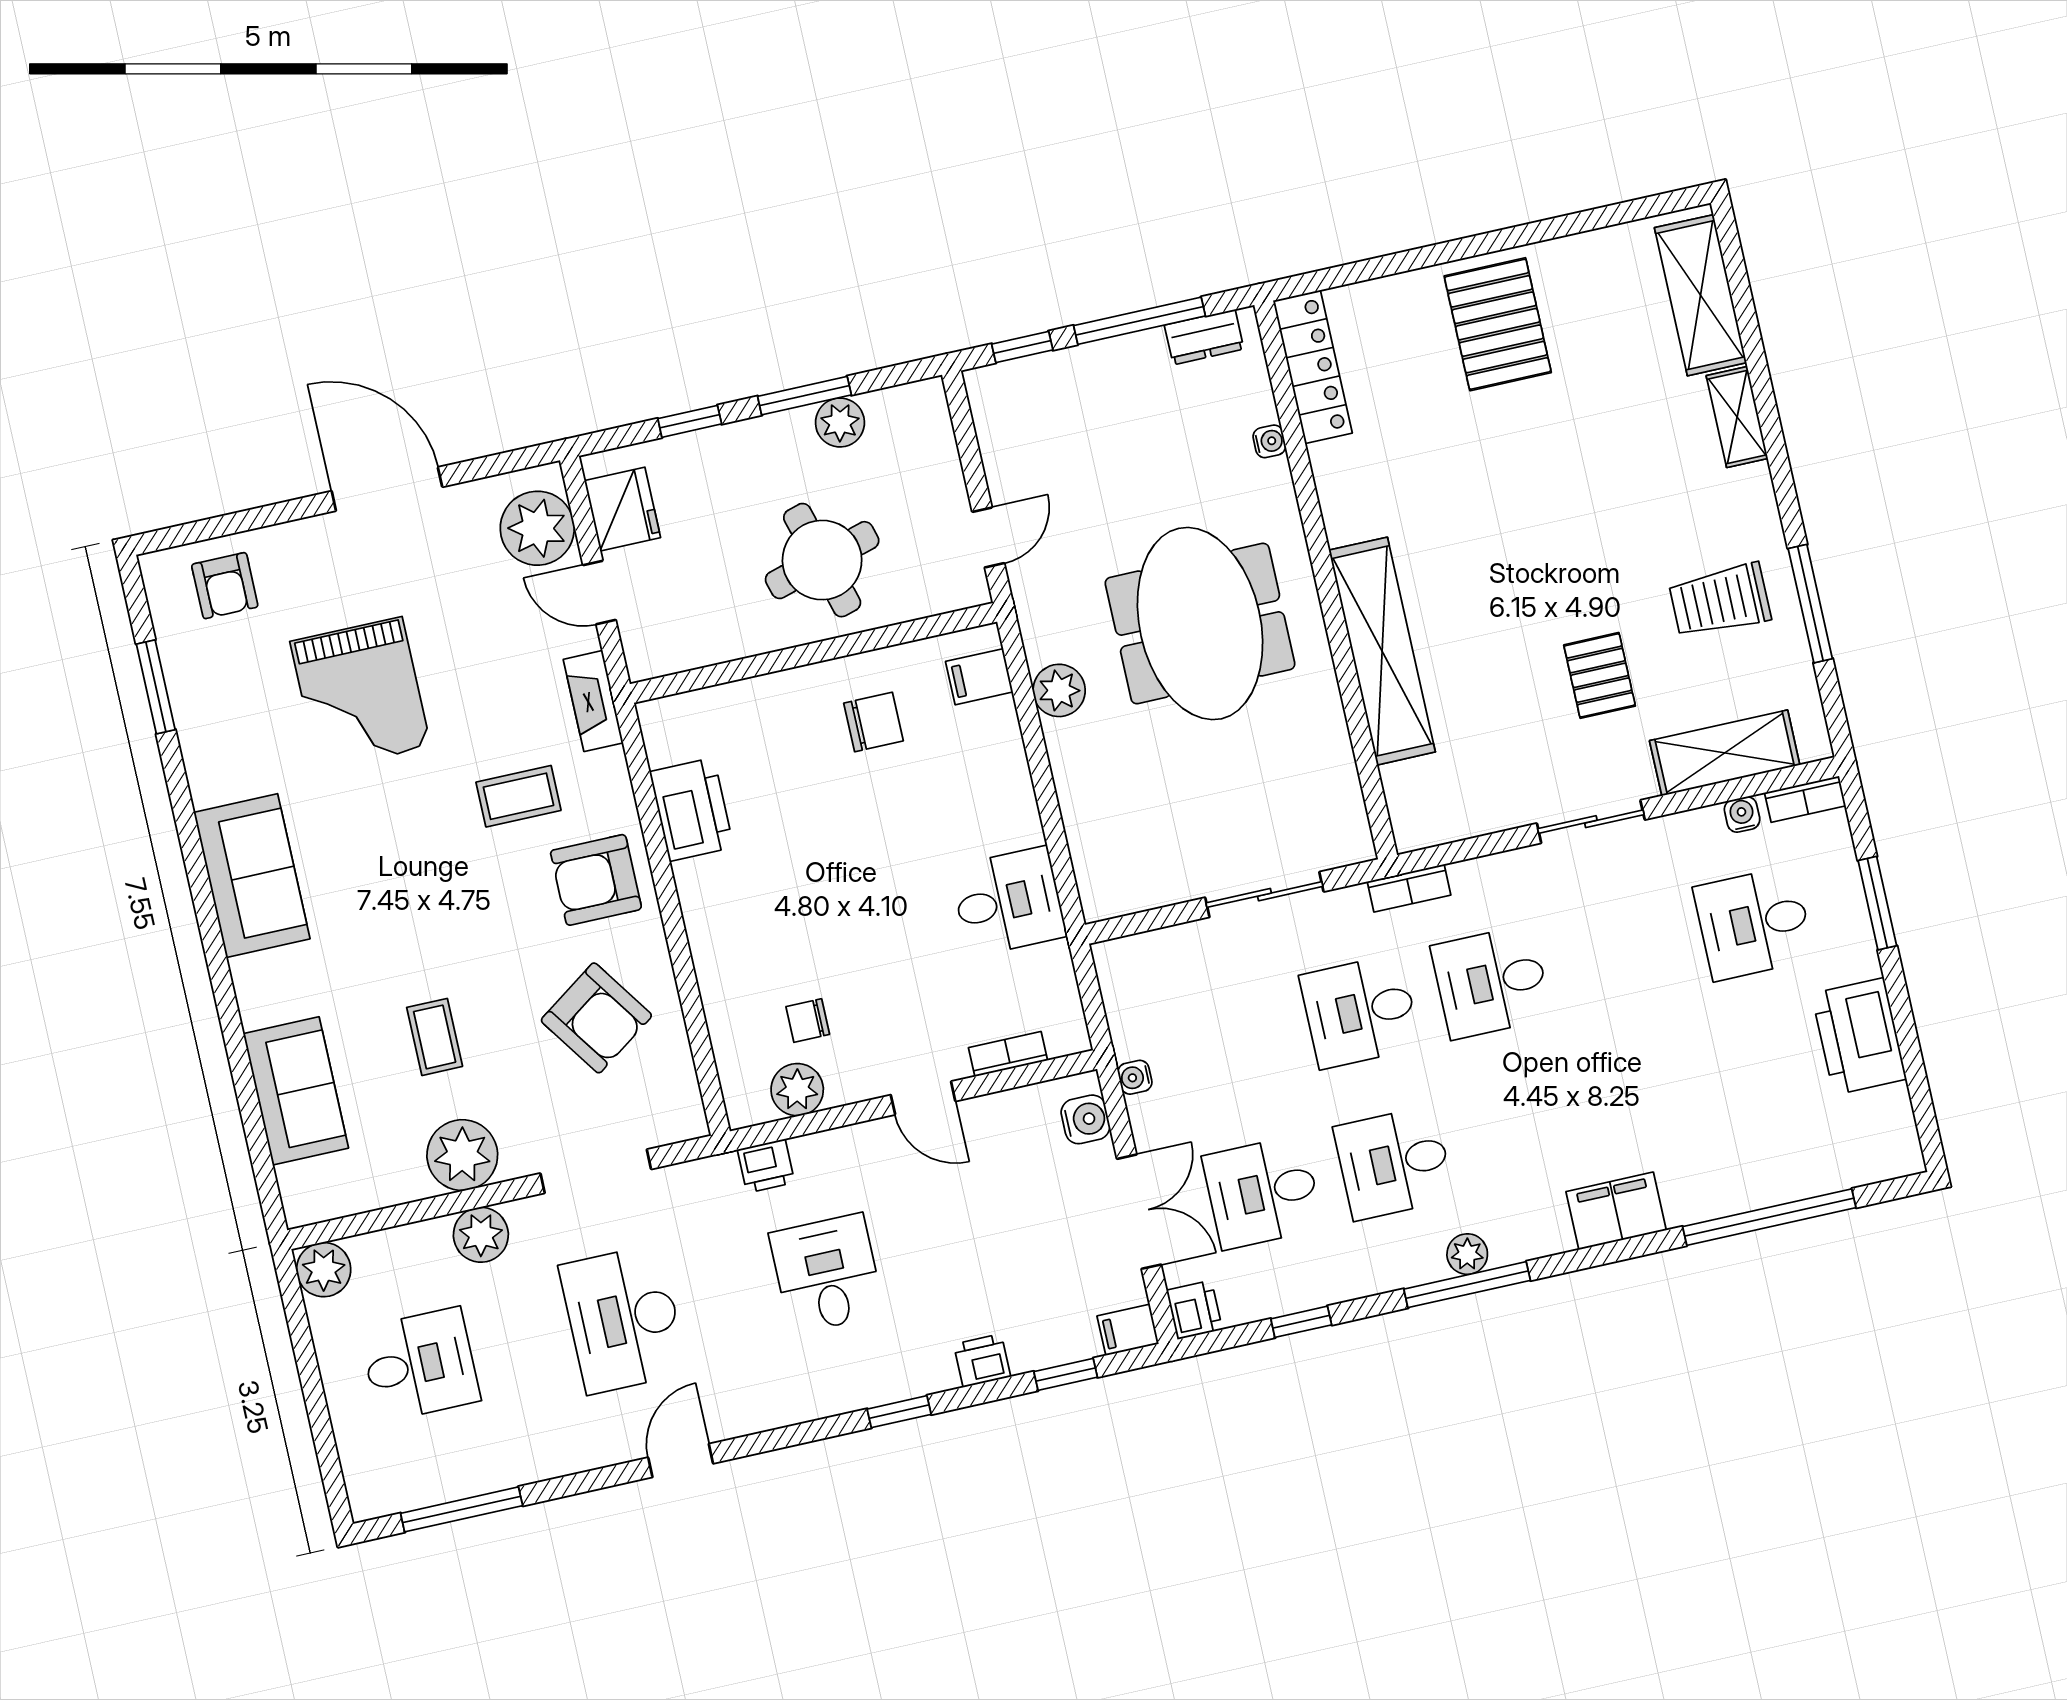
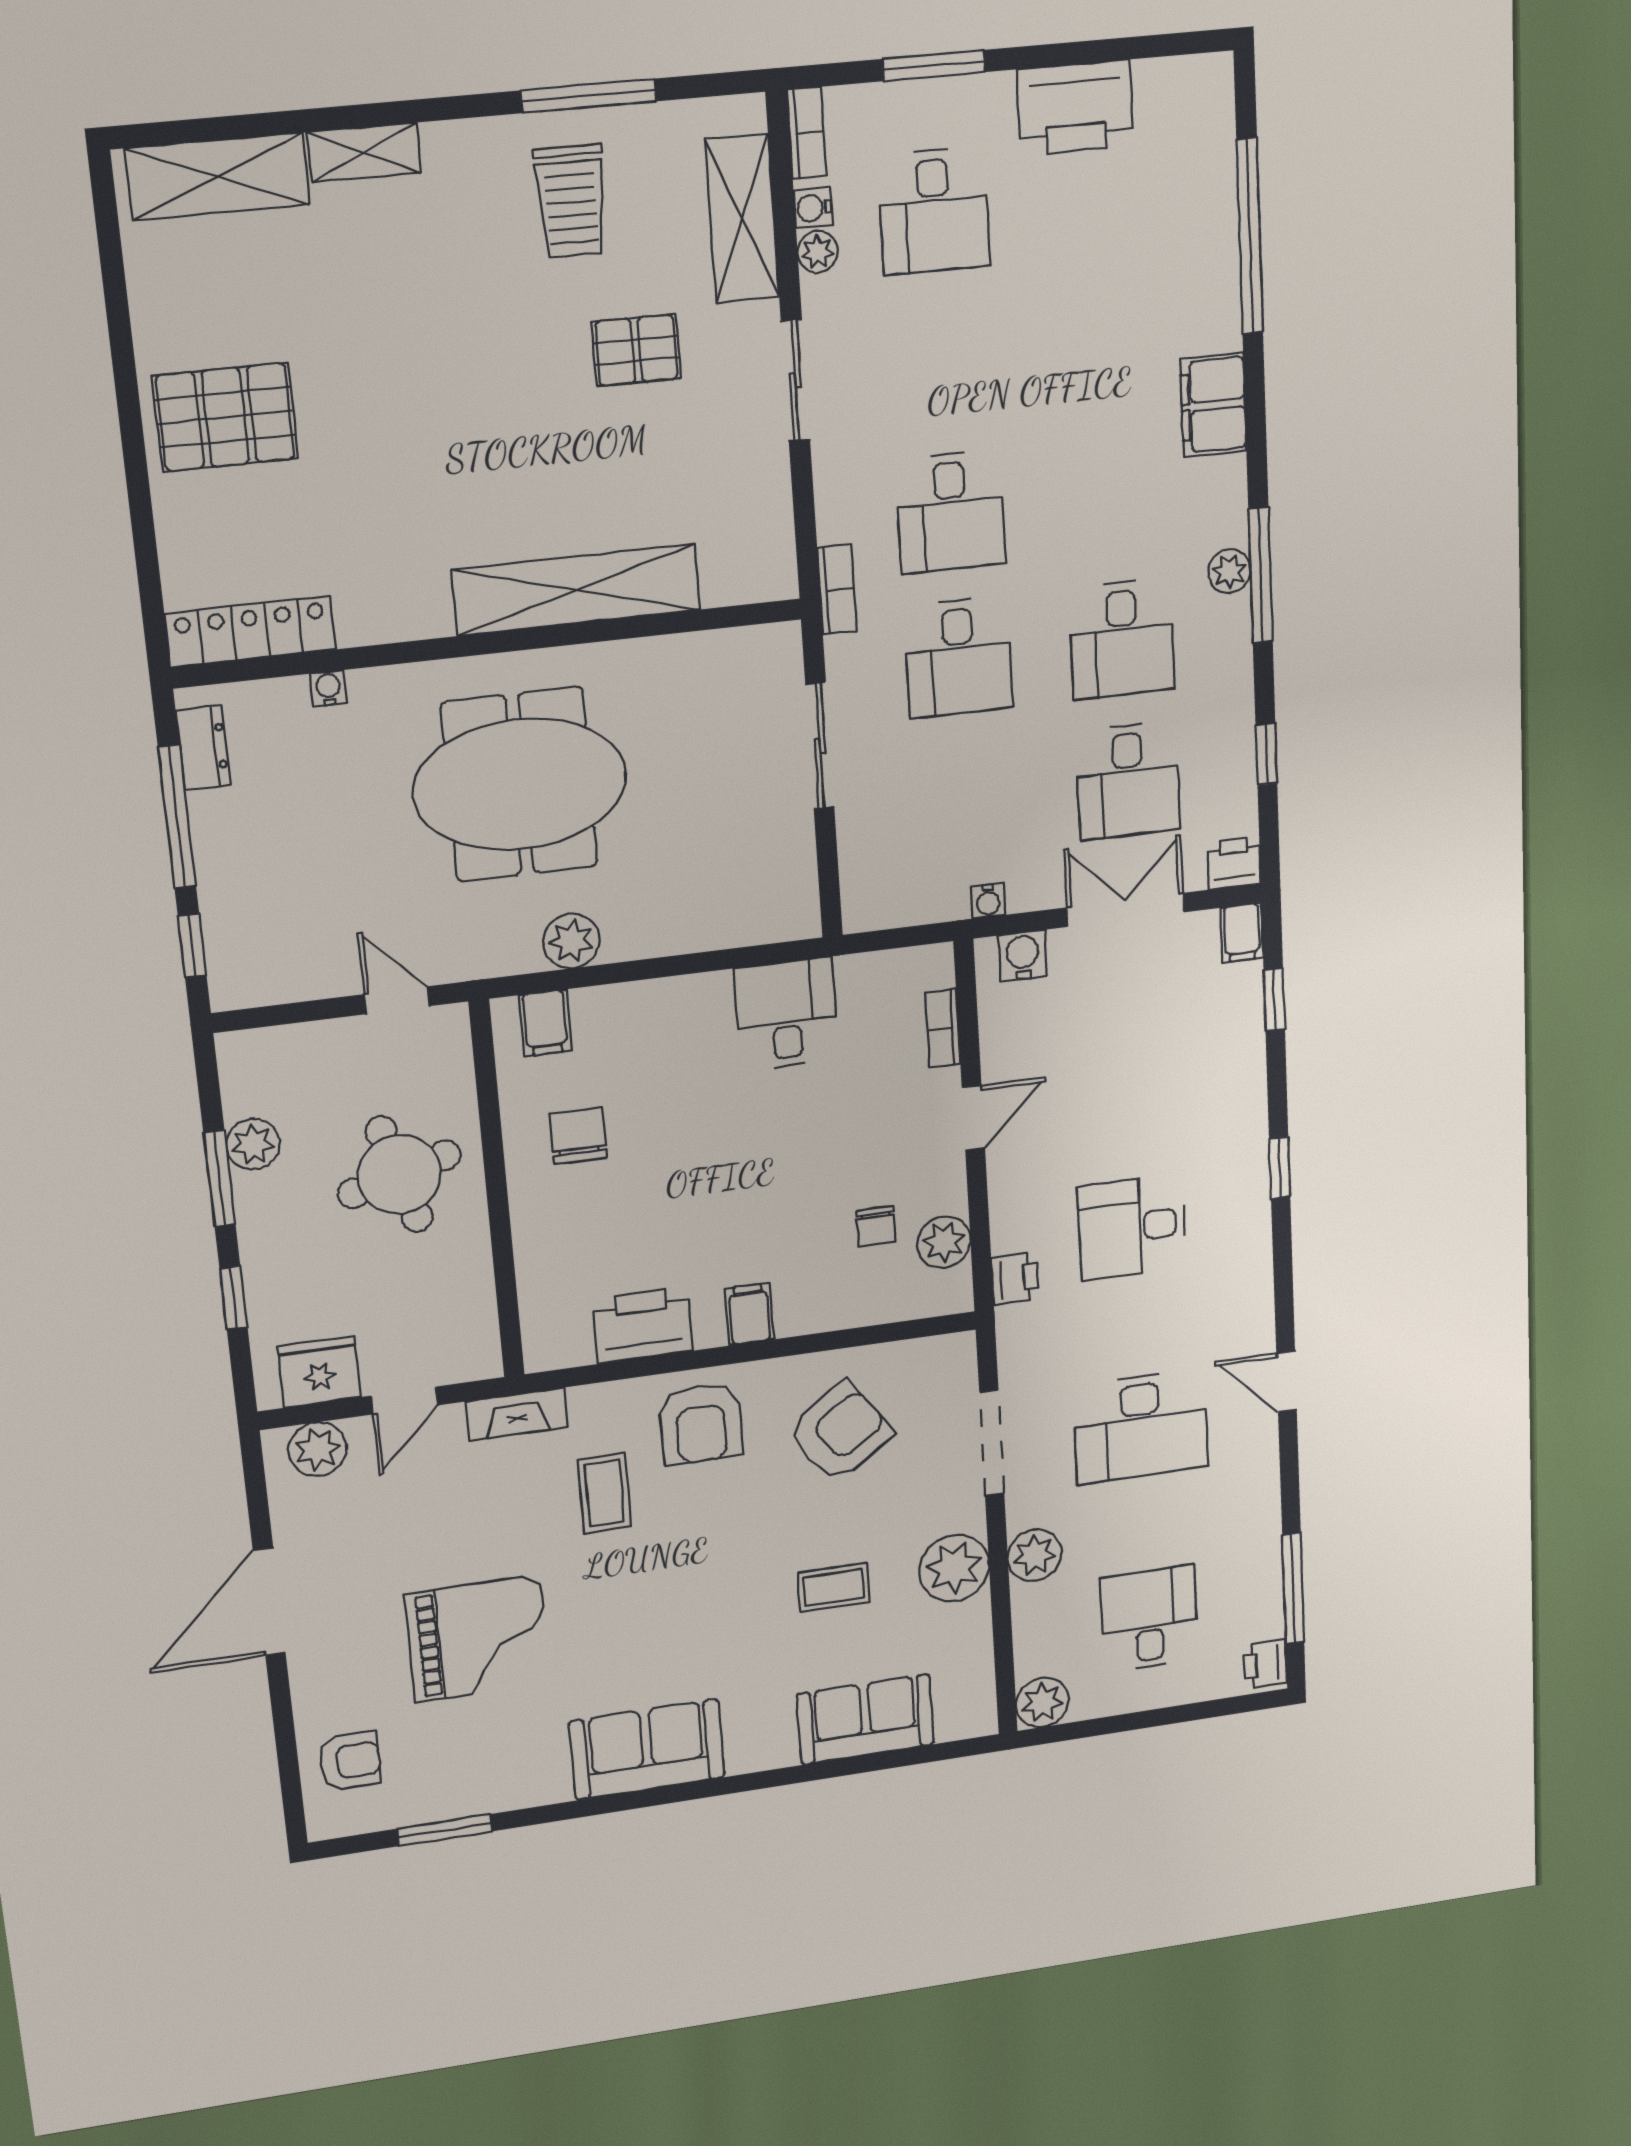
plant: (537, 528) -> (317, 1449), width x0.73, depth x0.73
plant: (1705, 824) -> (818, 252), added
filing cabinet: (710, 911) -> (749, 1314), added
printer: (982, 1361) -> (1265, 1664), moved

